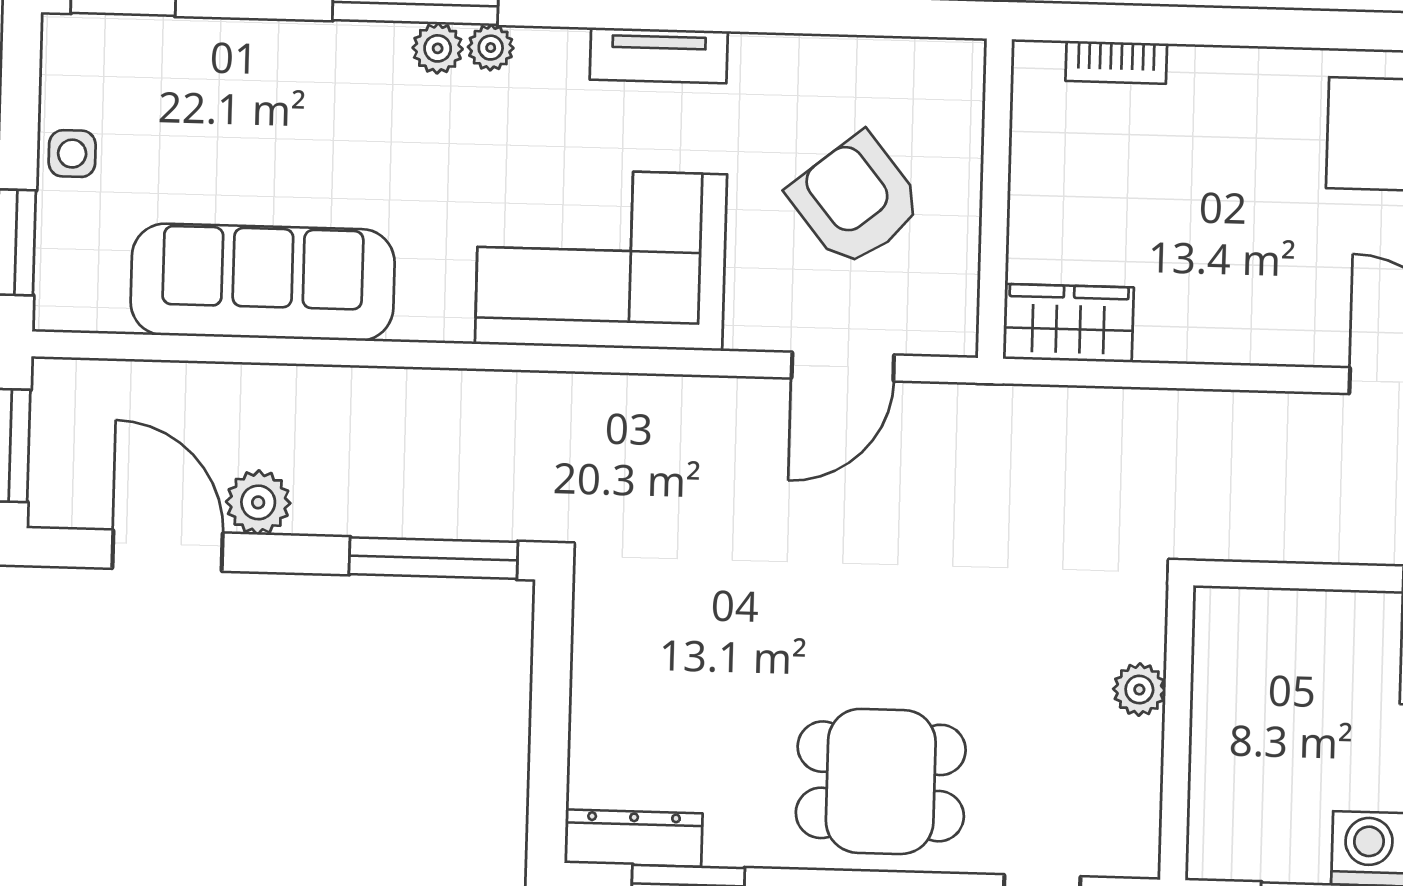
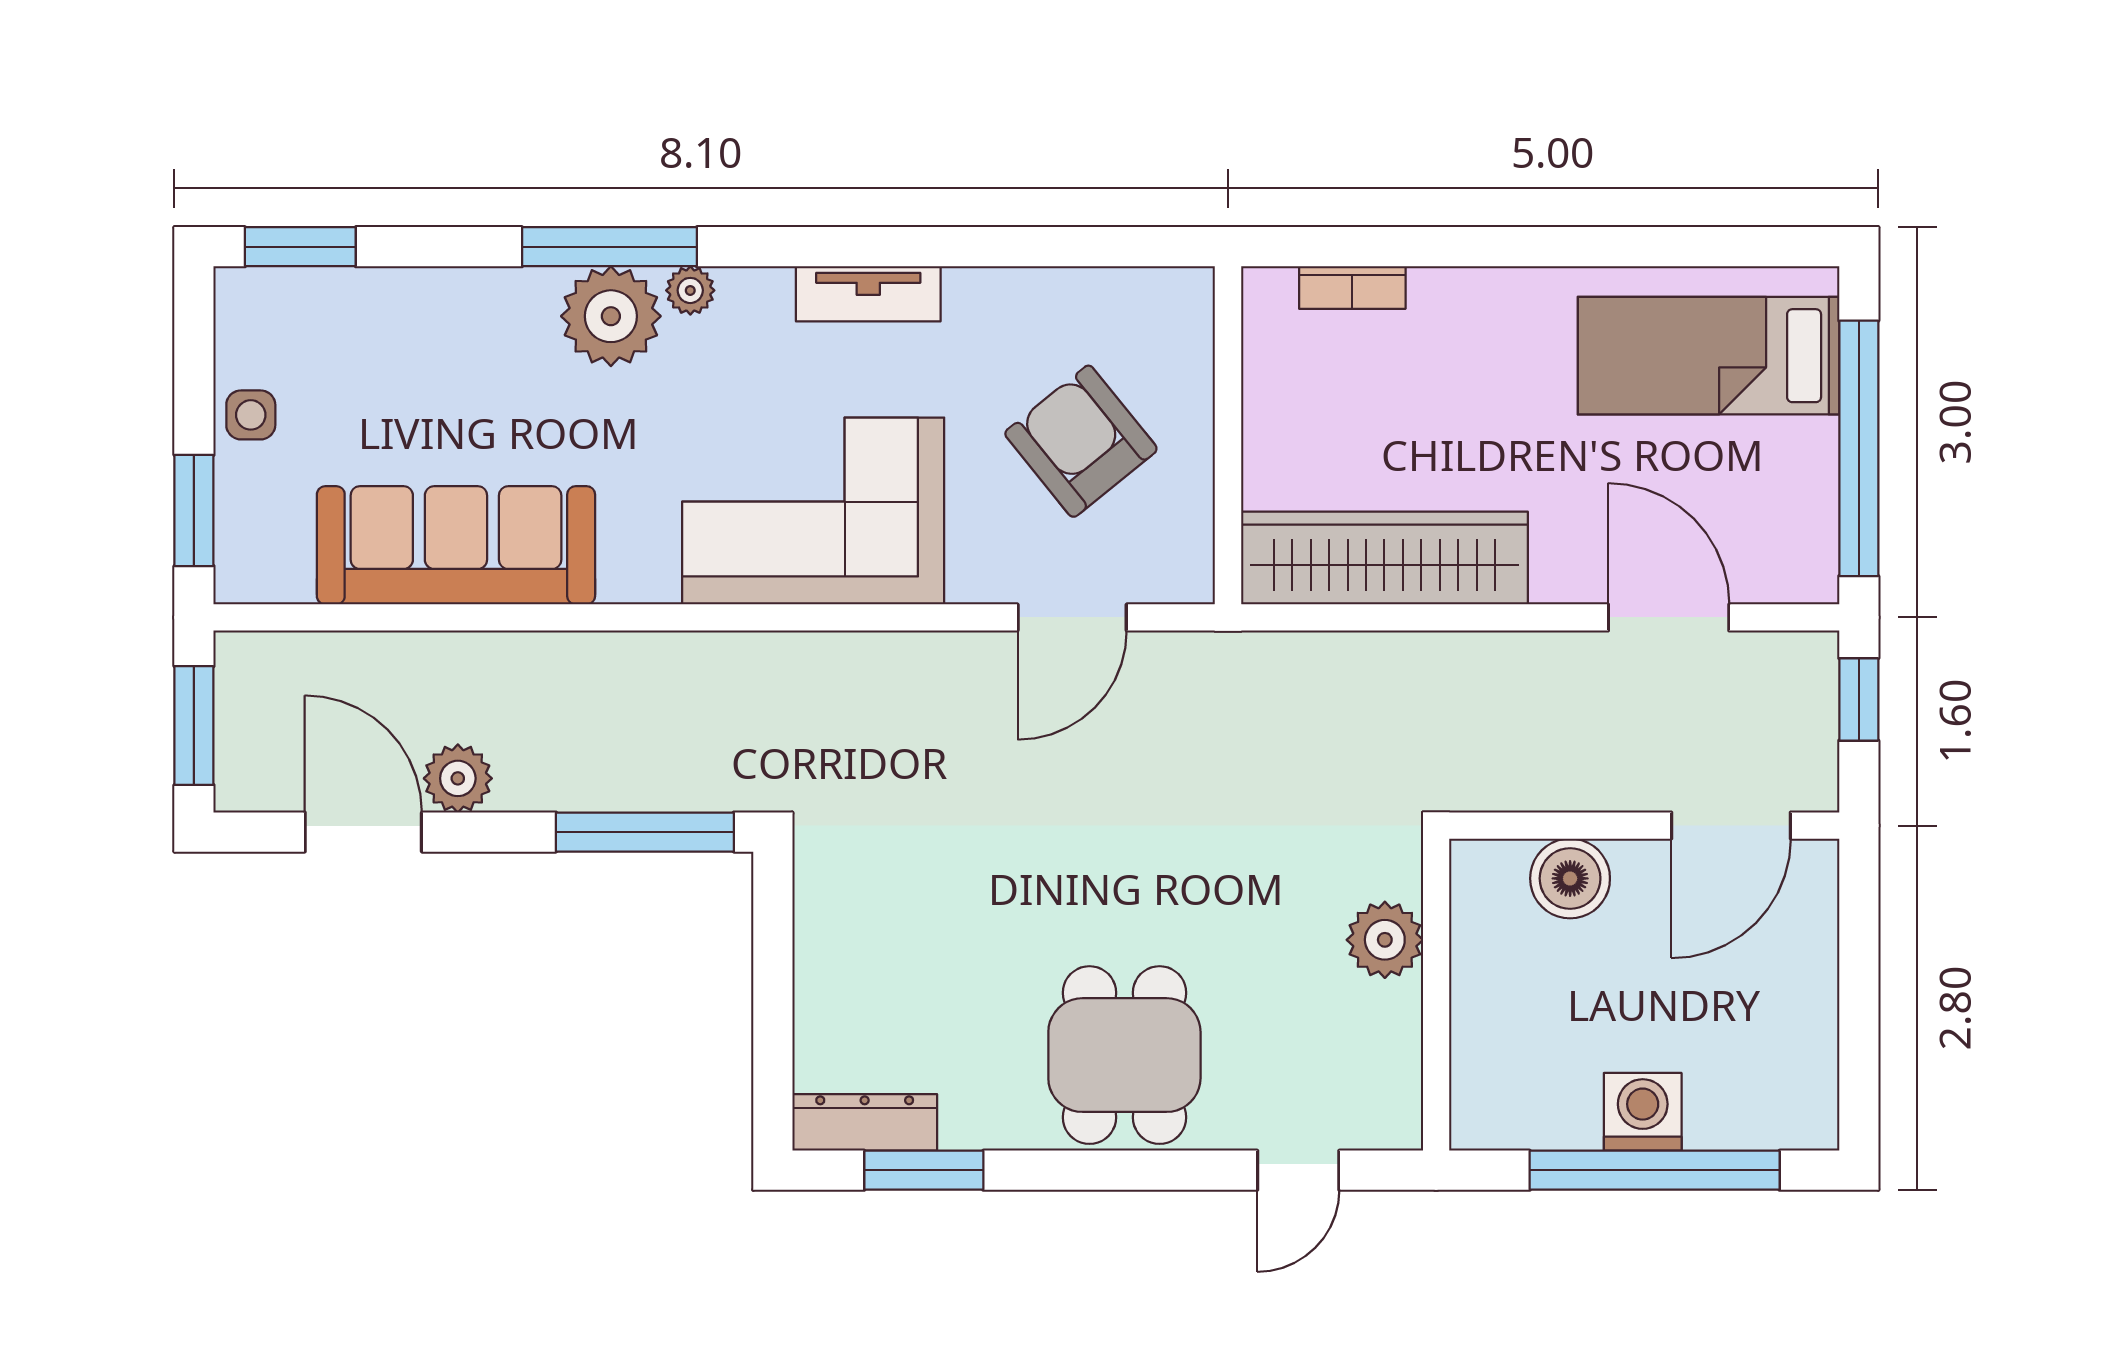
plant: (438, 48) -> (611, 316), width x1.87, depth x1.87
wardrobe: (1068, 323) -> (1384, 558), width x2.10, depth x1.17
boiler: (1306, 626) -> (1570, 878), added
plant: (1139, 690) -> (1385, 940), width x1.38, depth x1.38
dining table: (881, 781) -> (1124, 1055), turned 90

